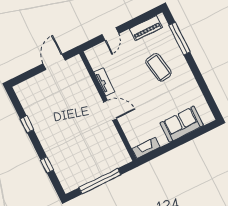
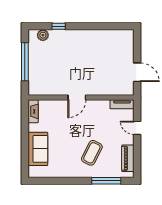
coffee table: (158, 67) -> (92, 153), turned -53
tv unit: (104, 82) -> (122, 104), moved
window: (27, 124) -> (98, 26), removed
plant: (64, 176) -> (43, 35), added

